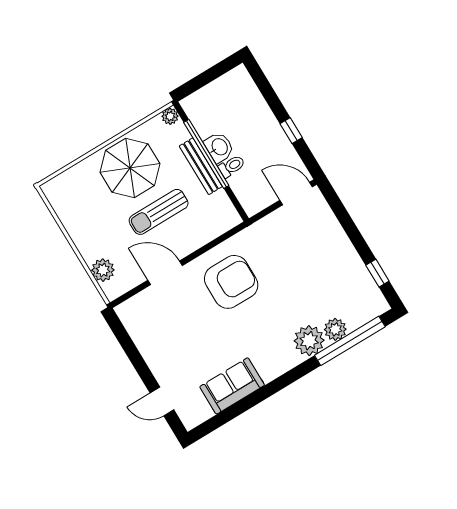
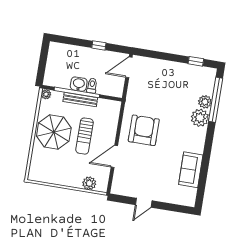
door: (162, 401) -> (144, 203), moved

